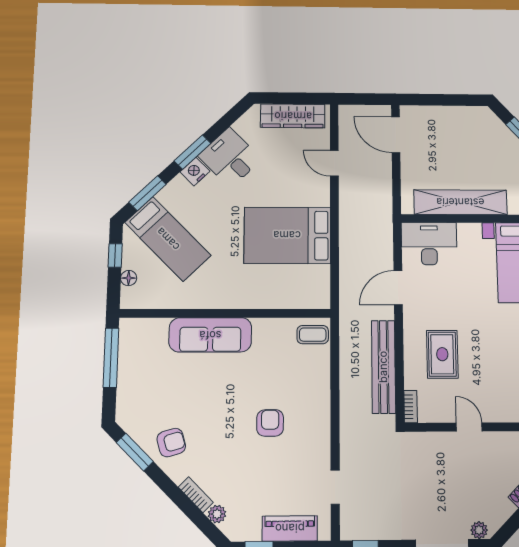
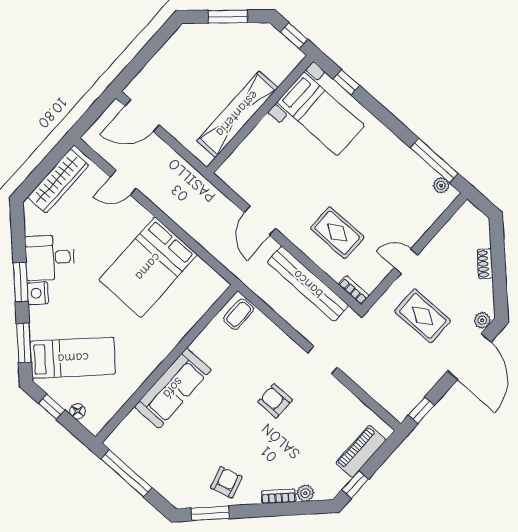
desk: (429, 244) -> (248, 167), removed
rug: (440, 479) -> (423, 316), added
doorway: (335, 487) -> (322, 360), moved

